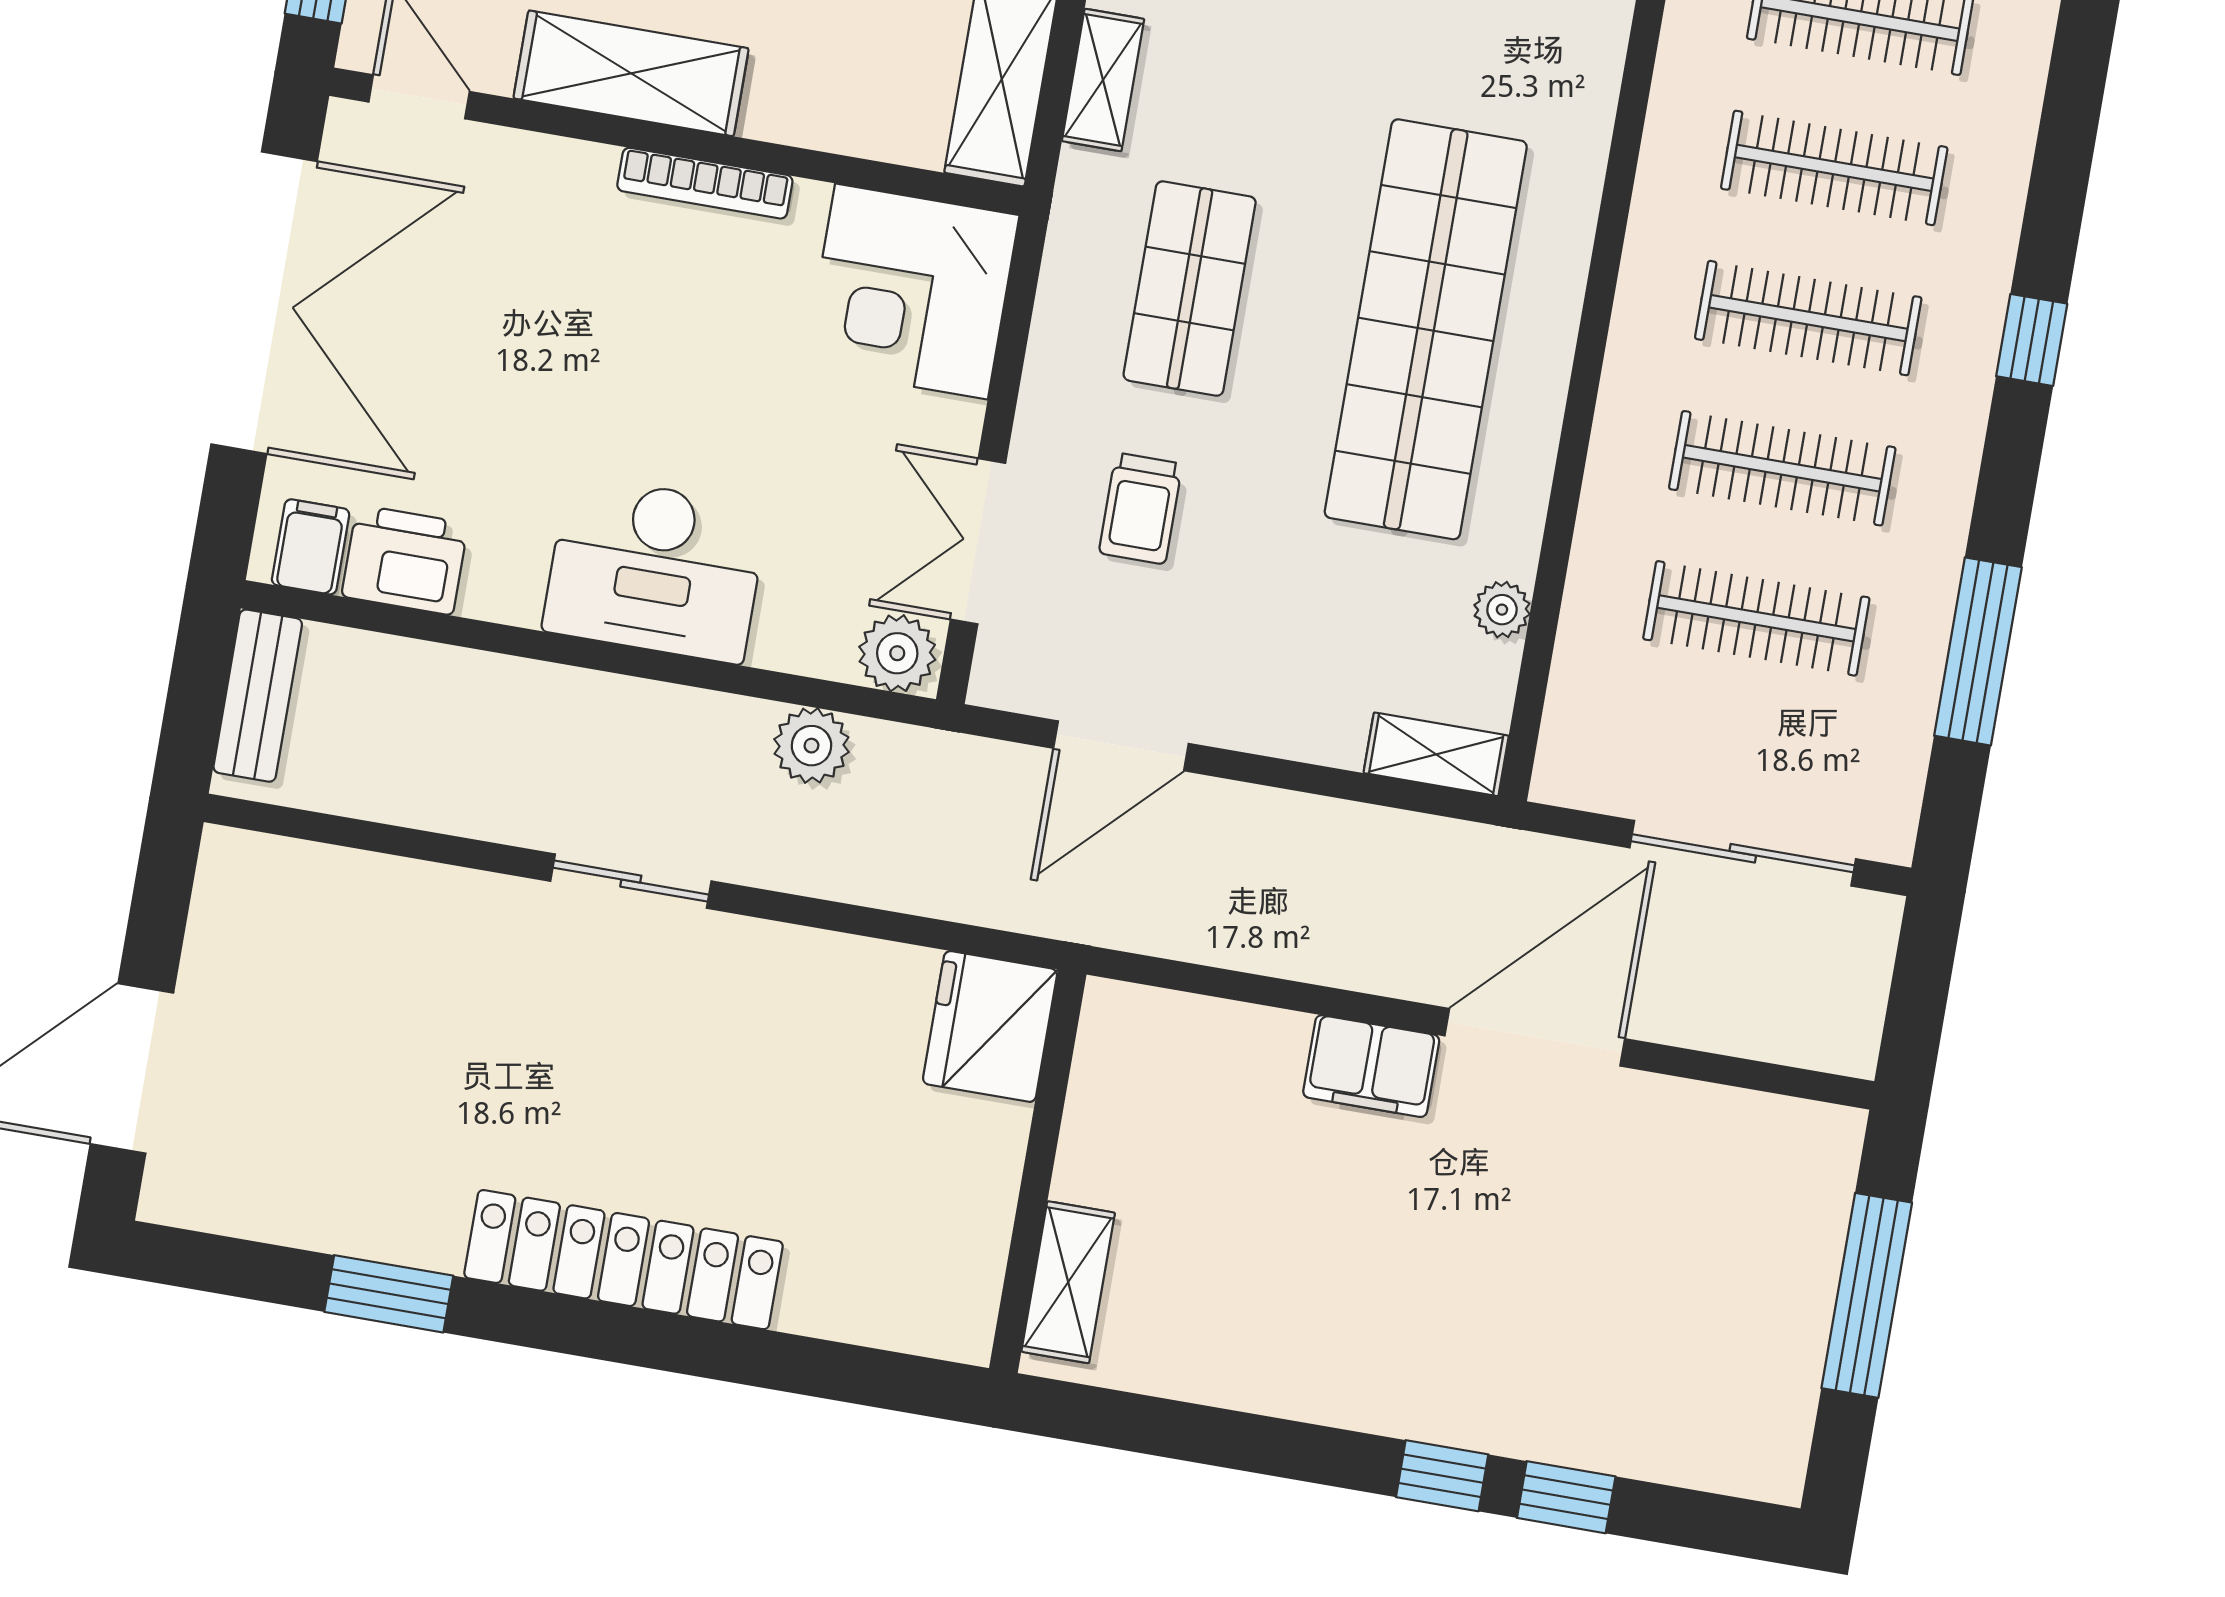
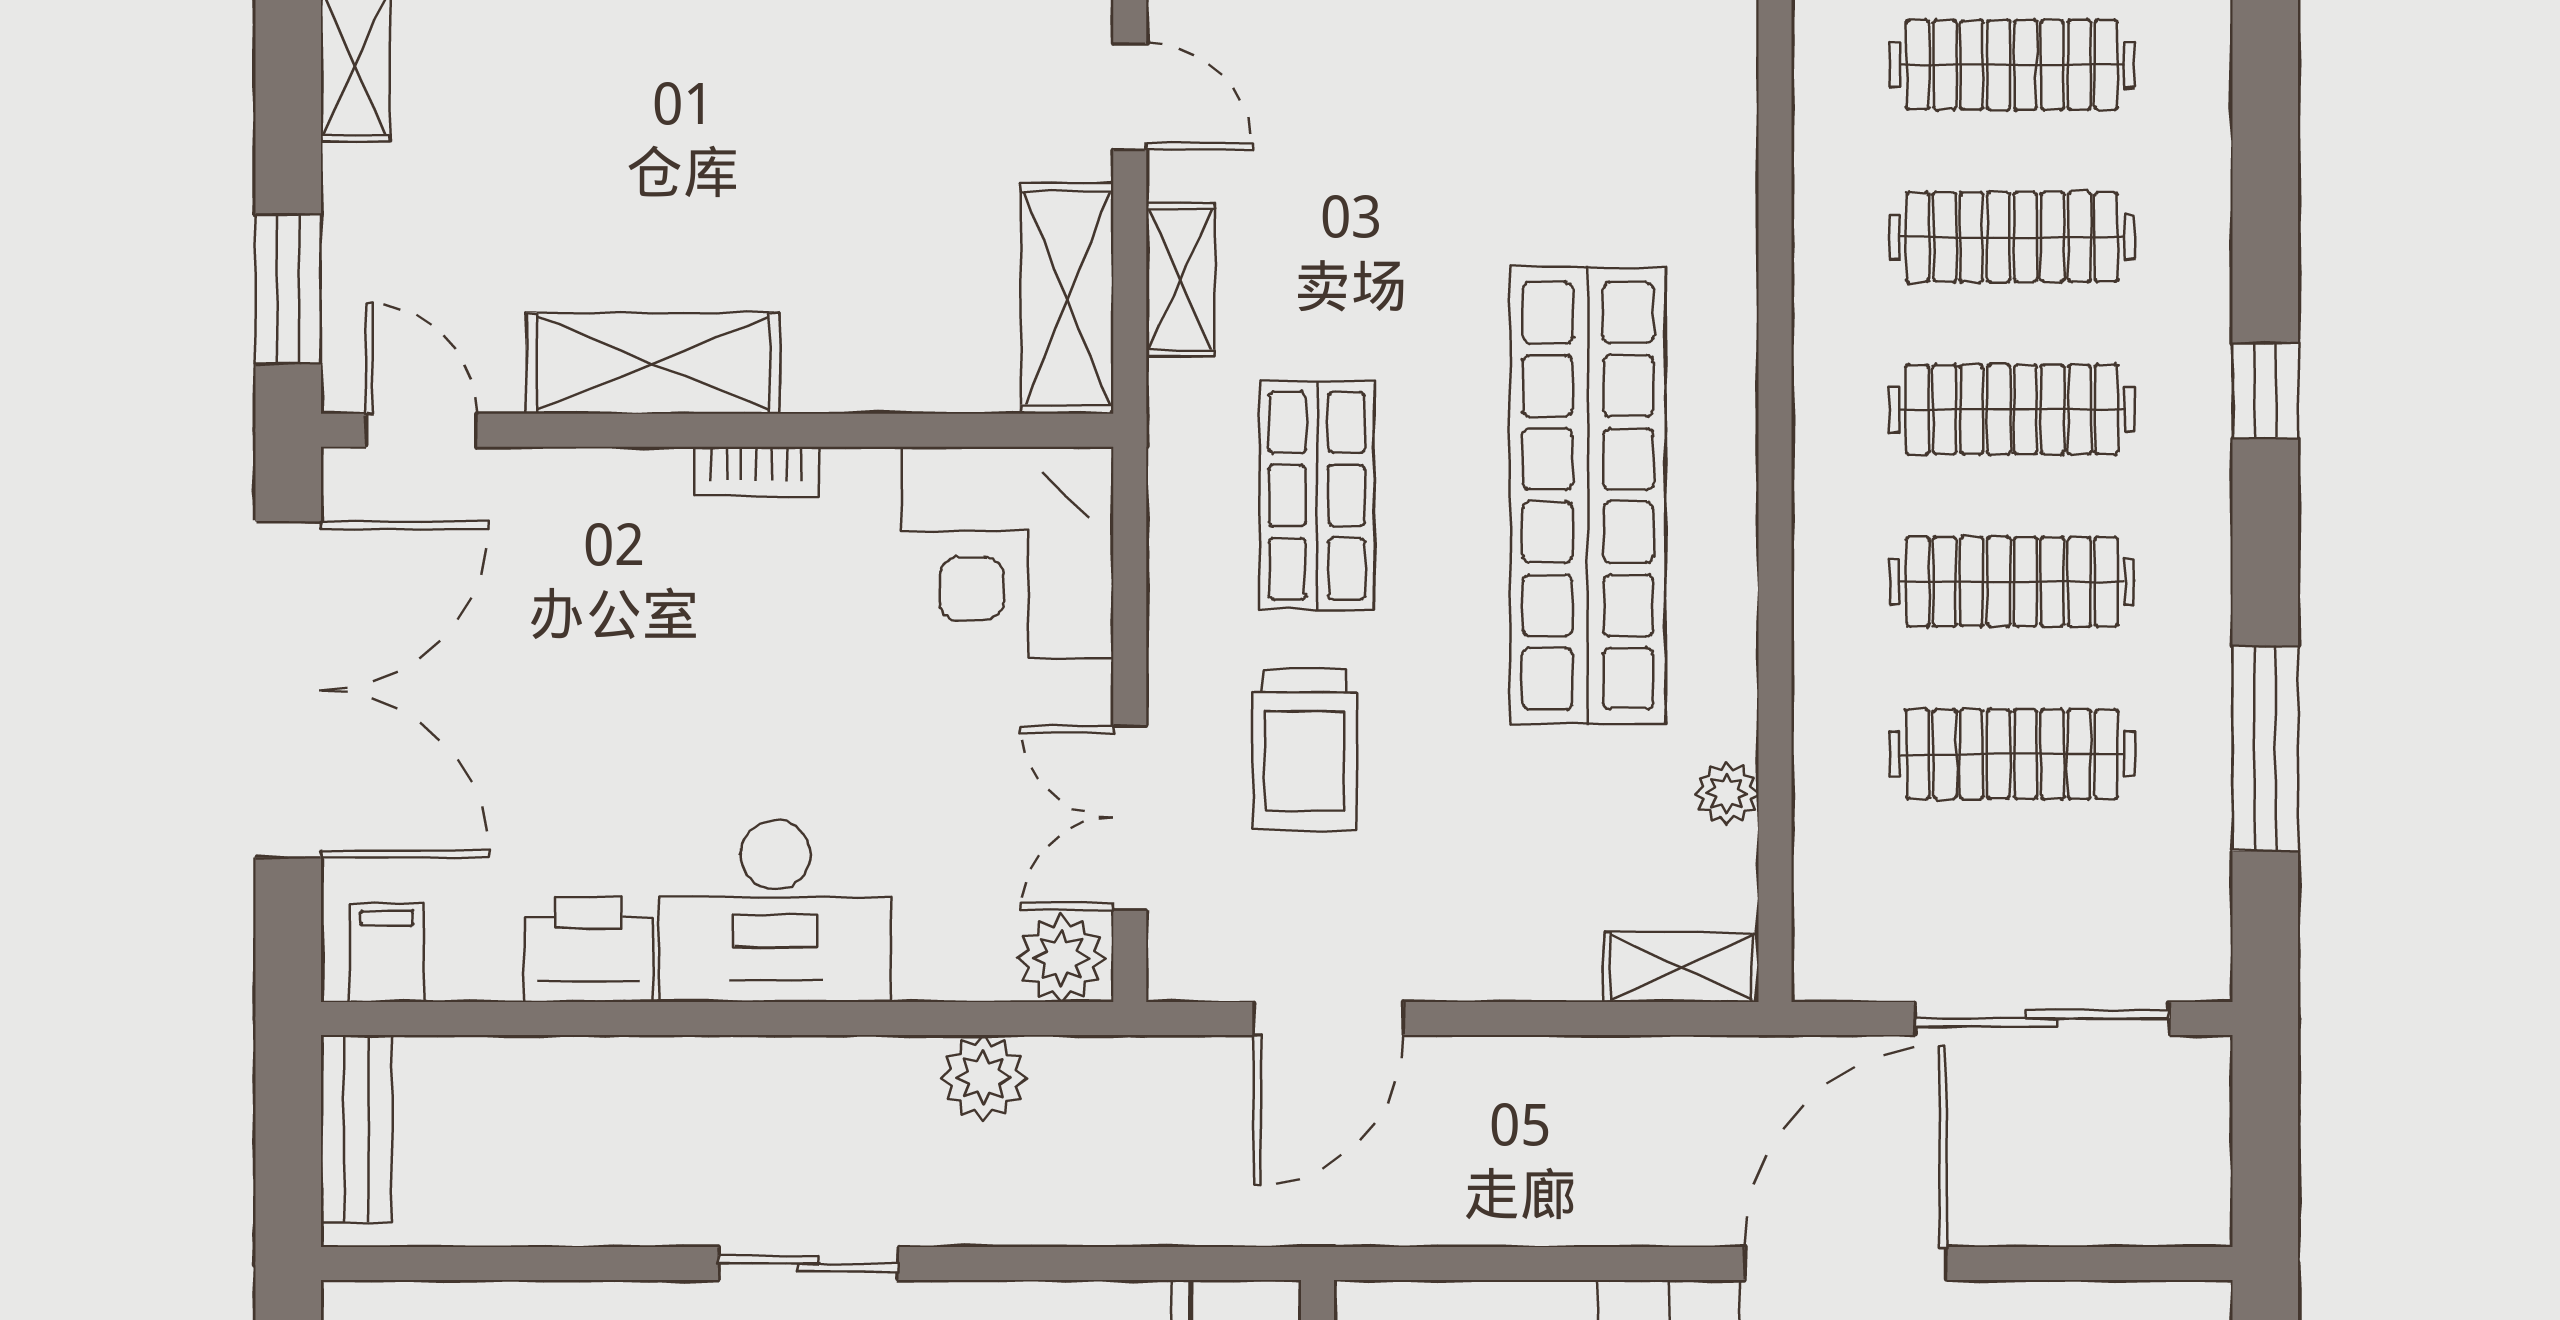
bookcase: (705, 183) -> (756, 472), width x0.64
trolley: (1141, 509) -> (1305, 750), width x1.36, depth x1.39
printer: (405, 560) -> (589, 949), moved

